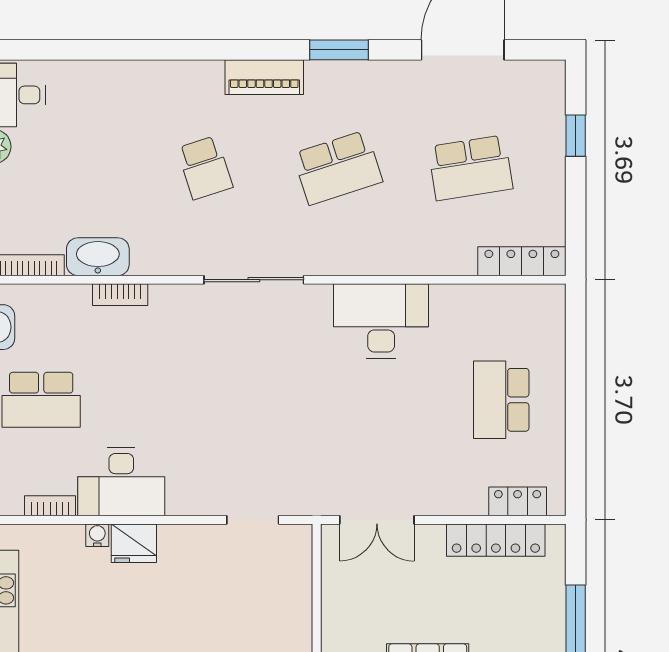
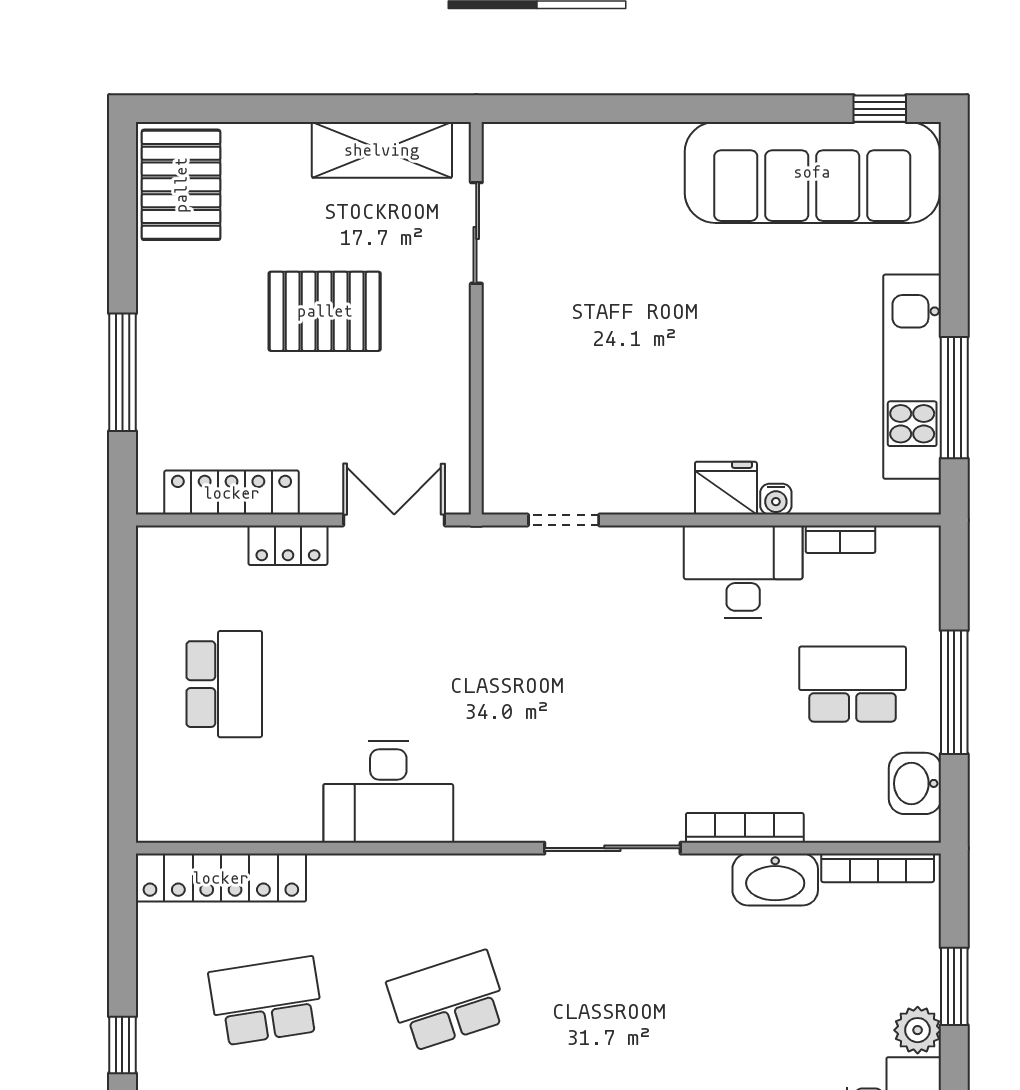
school desk: (205, 168) -> (629, 1001), removed
locker: (522, 261) -> (221, 878), width x1.41, depth x1.21
sliding door: (254, 280) -> (612, 848), moved
bookcase: (120, 295) -> (745, 828), width x1.56
locker: (518, 501) -> (288, 545), moved

